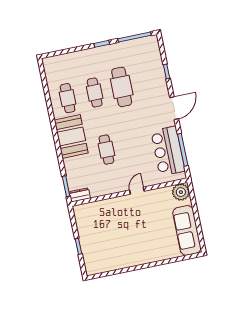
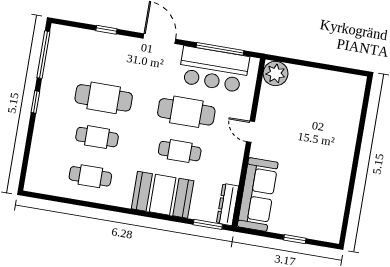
booth: (71, 136) -> (163, 195), moved
cafe table: (134, 144) -> (186, 112), added
dresser: (80, 195) -> (227, 205), width x1.44
sofa: (187, 230) -> (258, 195), moved, turned -90

